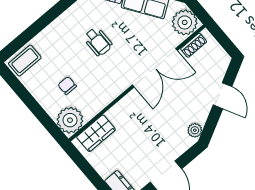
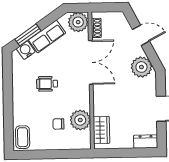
wheelchair: (98, 42) -> (47, 84), turned 180
plant: (70, 120) -> (80, 120), moved
plant: (195, 130) -> (141, 67), width x1.88, depth x1.88

